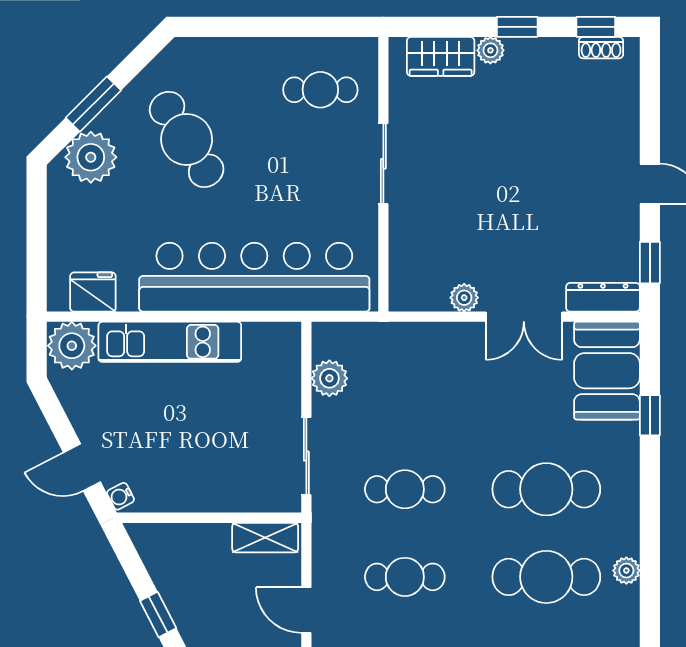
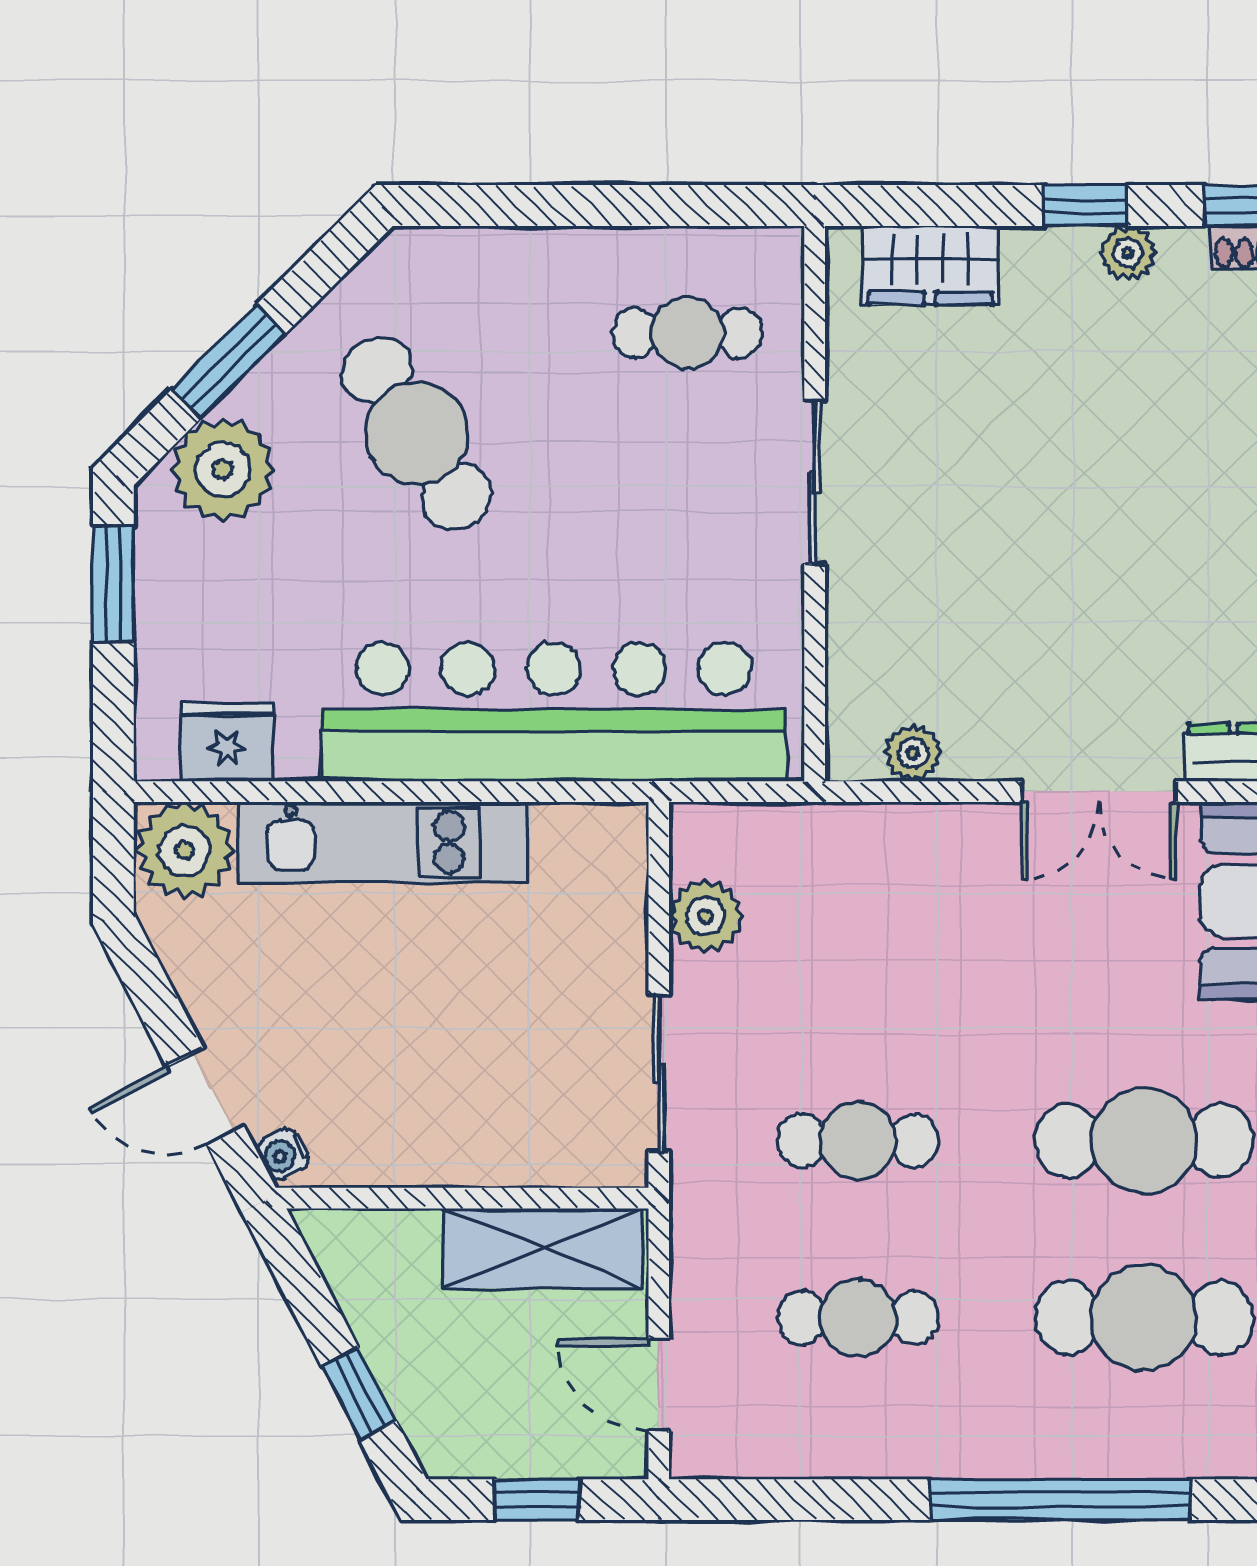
plant: (490, 50) -> (1128, 253), moved
window: (37, 214) -> (113, 584), added
plant: (464, 298) -> (913, 753), moved
shelving: (265, 538) -> (542, 1248), width x1.50, depth x1.33

